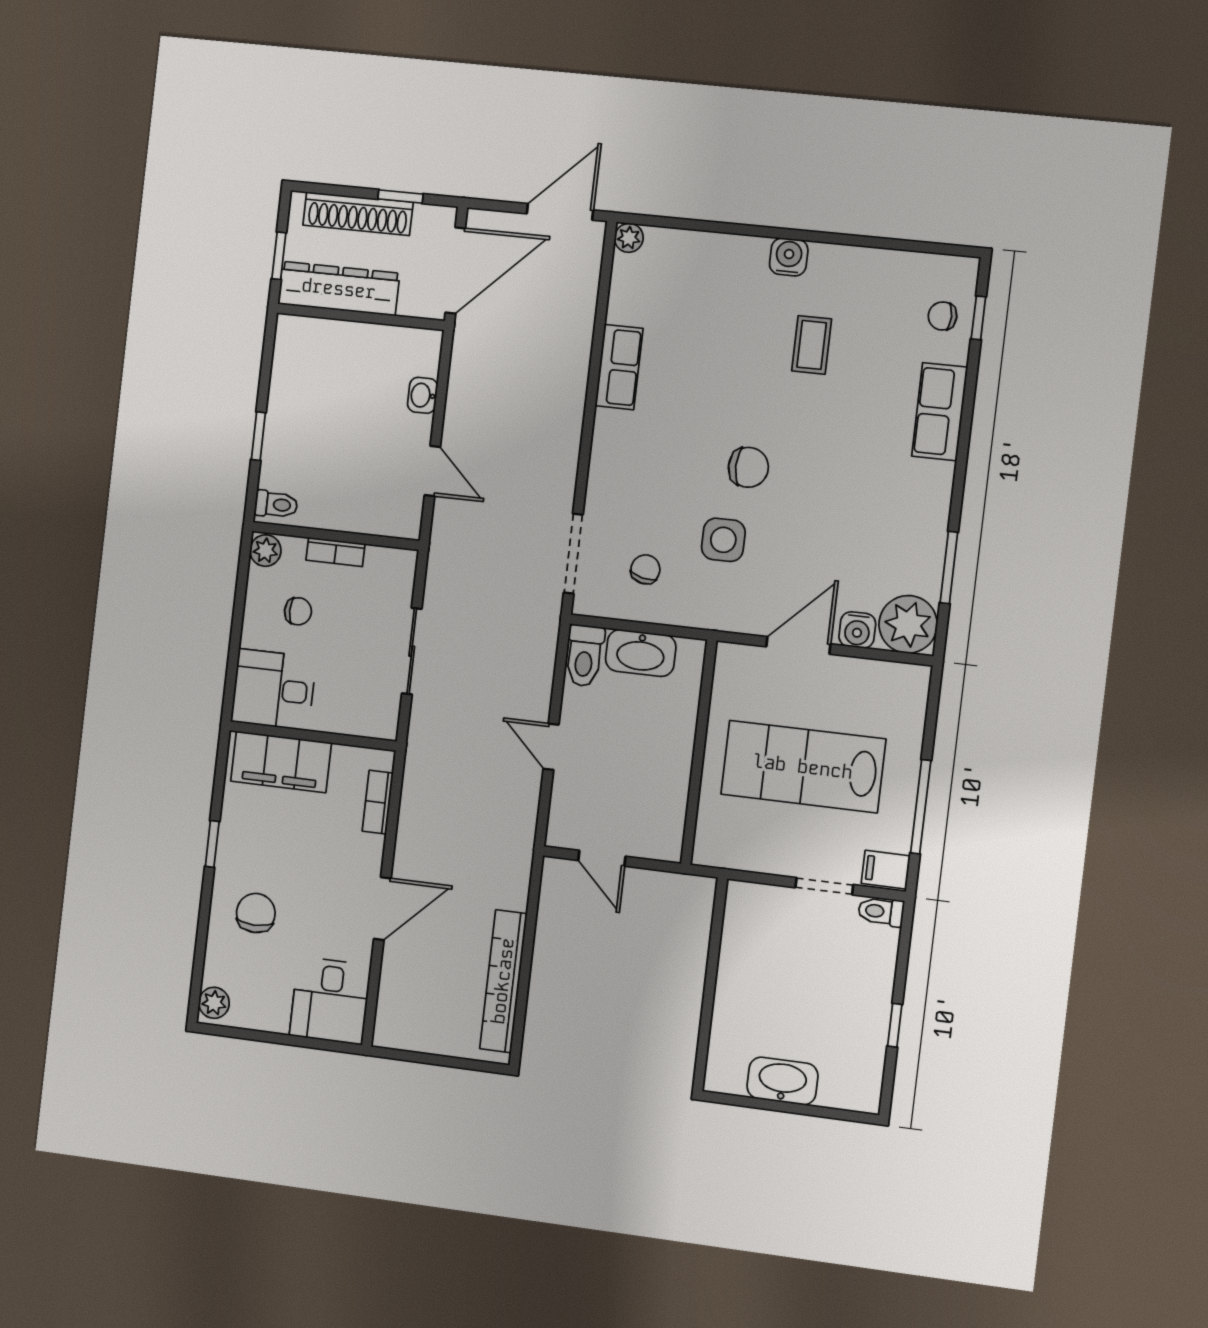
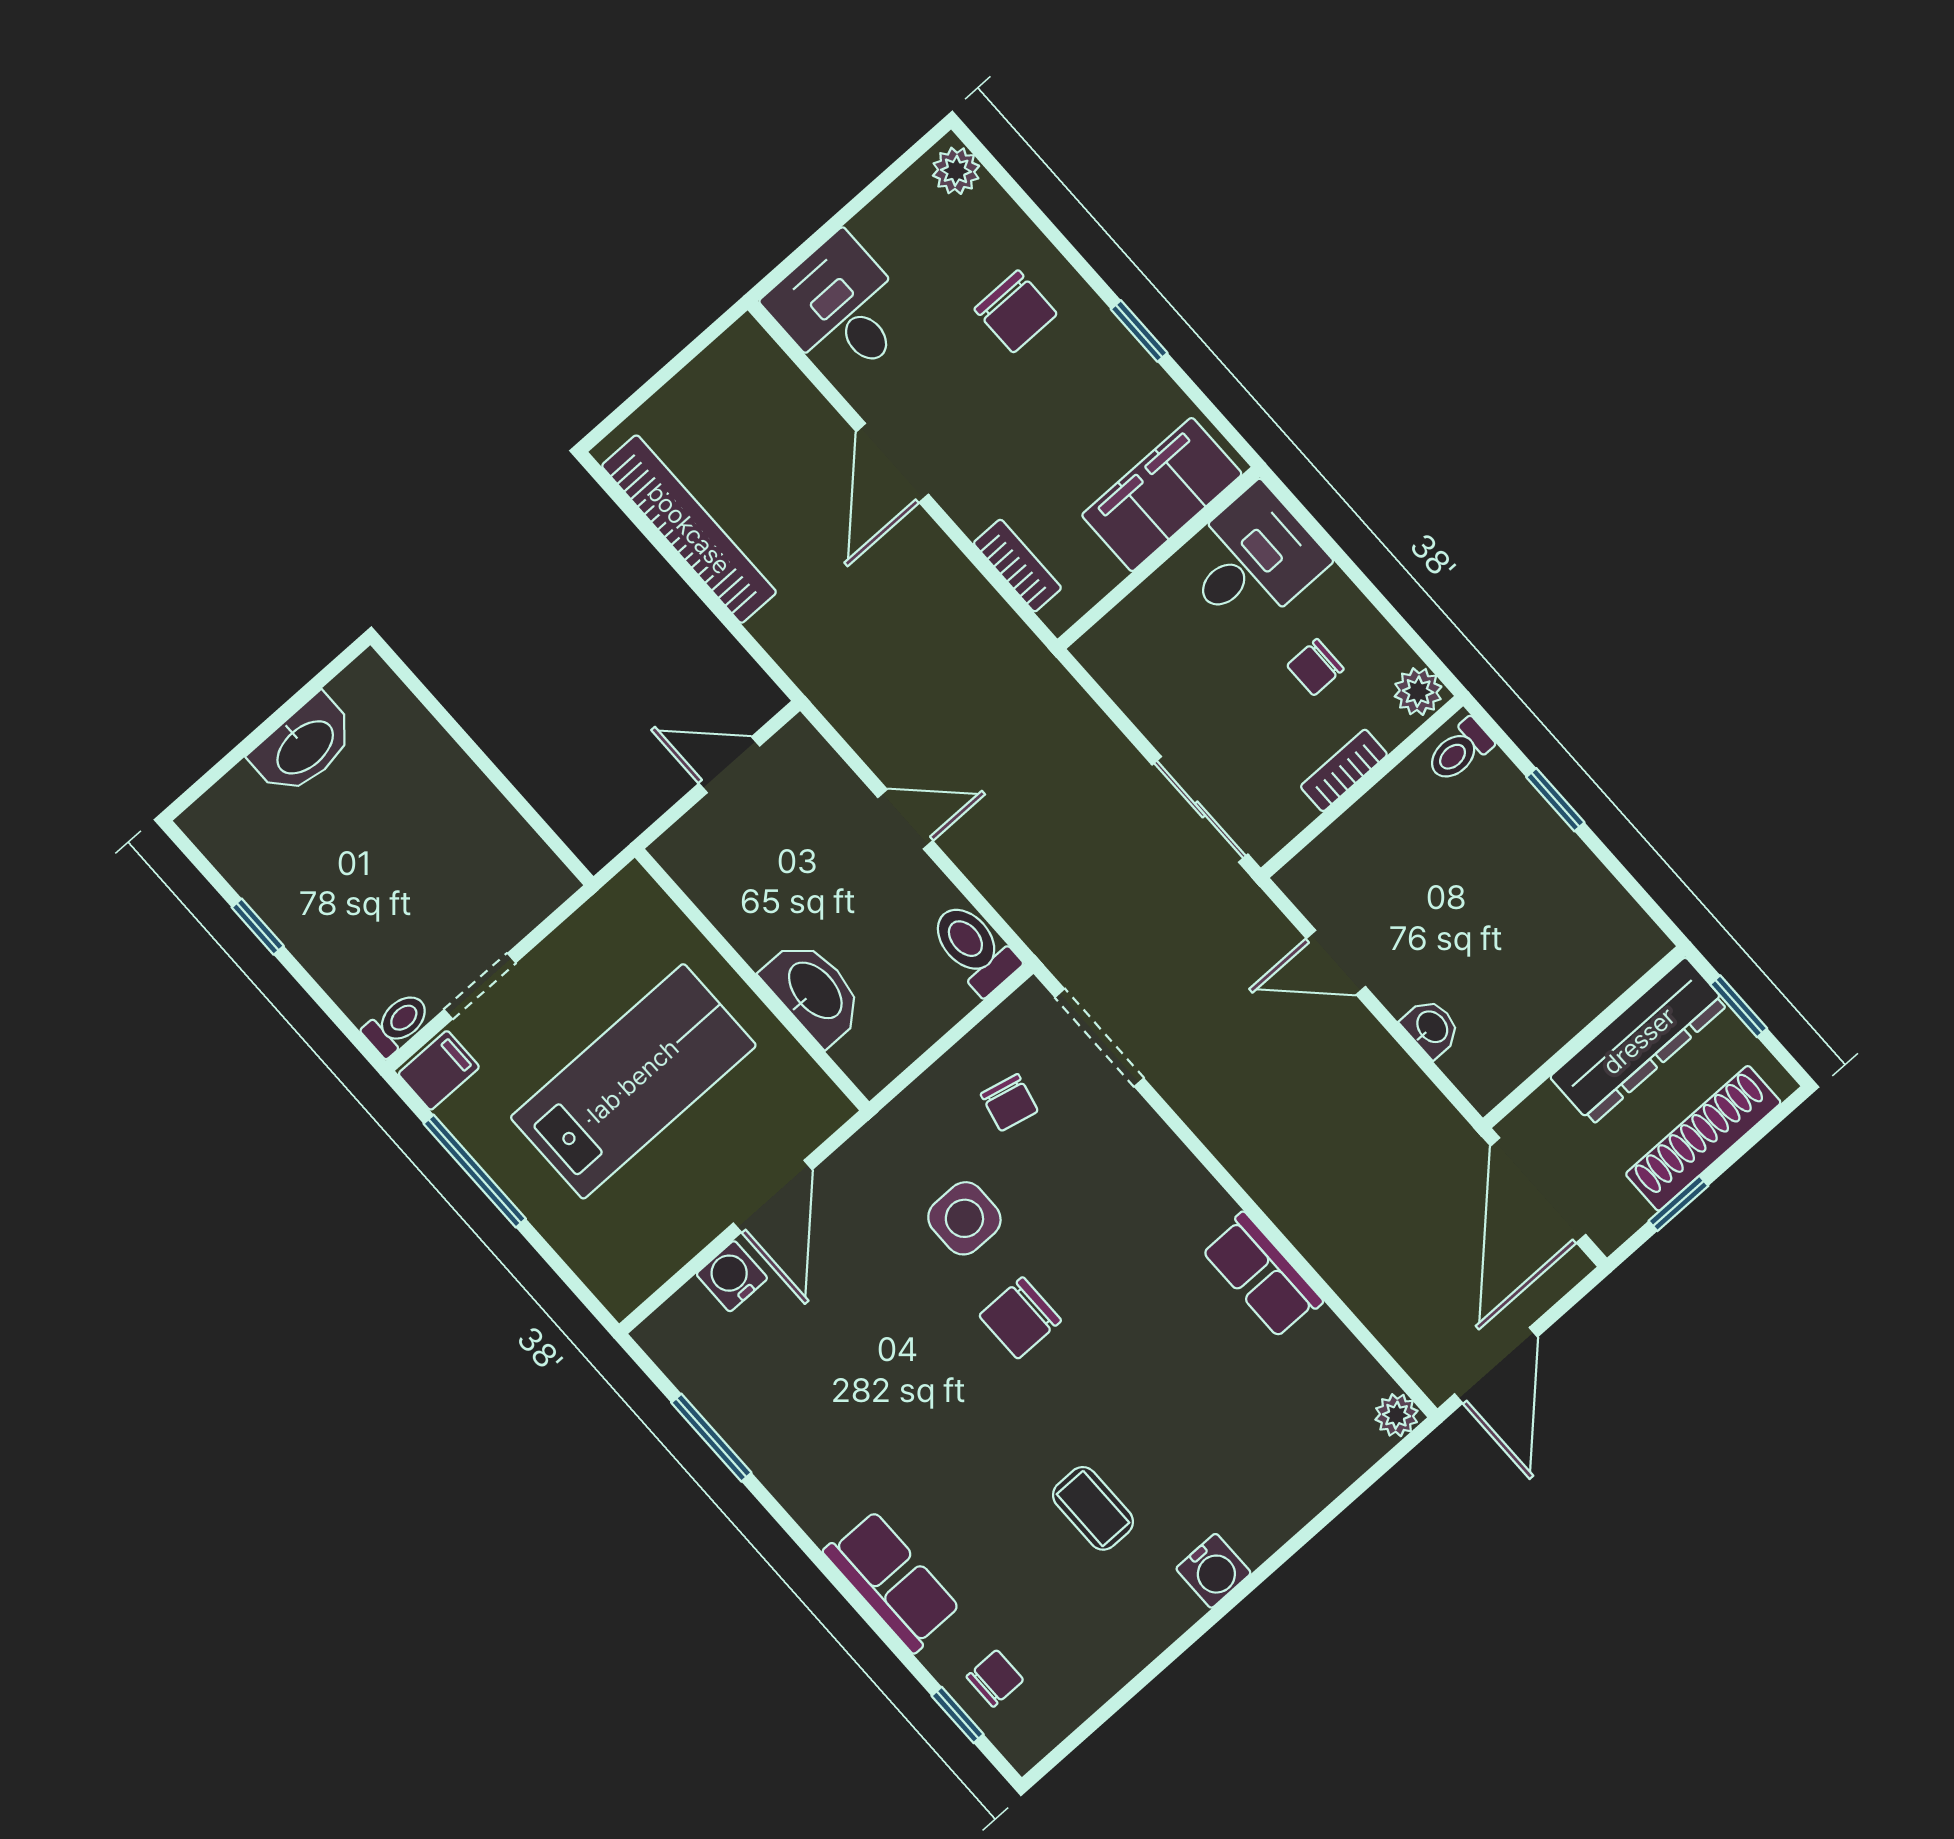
plant: (908, 624) -> (688, 1337), removed
sliding door: (412, 651) -> (1200, 809), moved
washbasin: (641, 653) -> (814, 992), moved, turned 90

